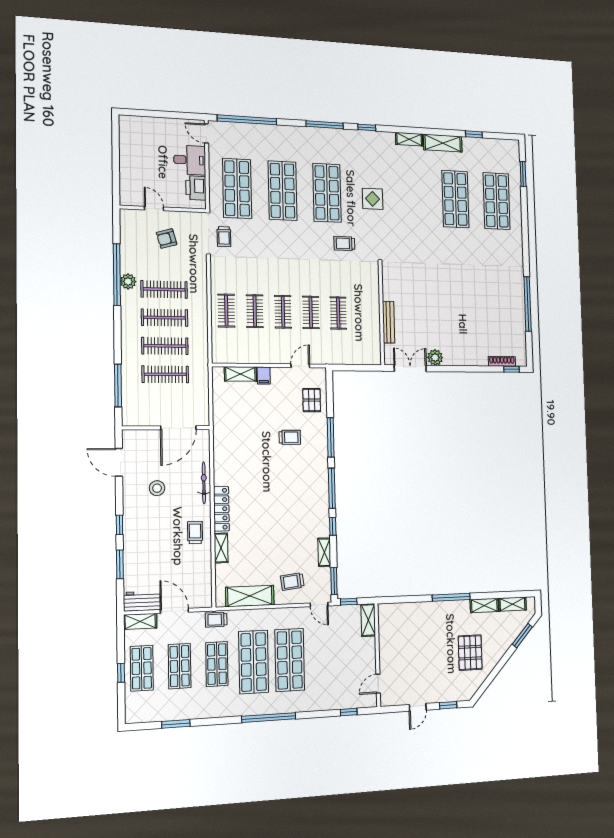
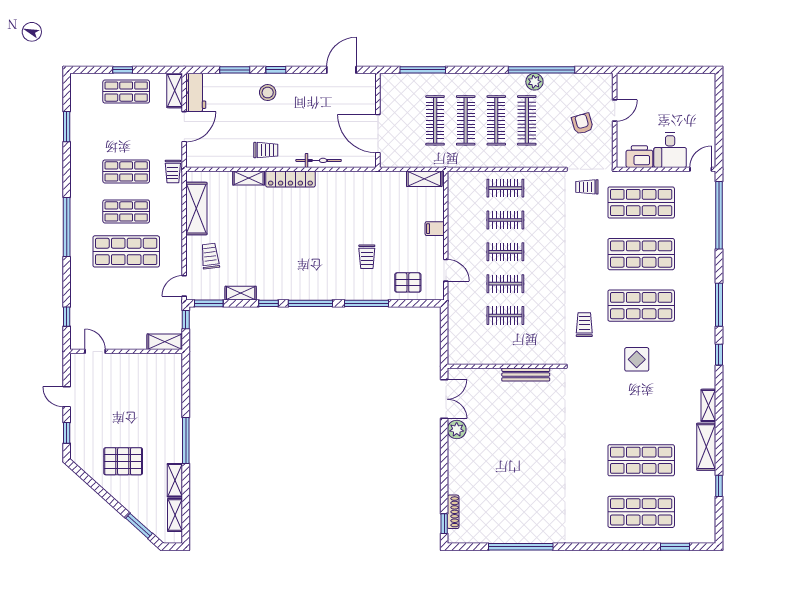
bench: (389, 322) -> (526, 375), moved
shelving: (240, 374) -> (424, 179), moved, turned 90
stool: (157, 488) -> (268, 93), moved
trolley: (216, 620) -> (173, 171), turned 180
shop shelf: (254, 662) -> (126, 211), width x0.70, depth x0.74
shop shelf: (180, 666) -> (126, 131), removed

